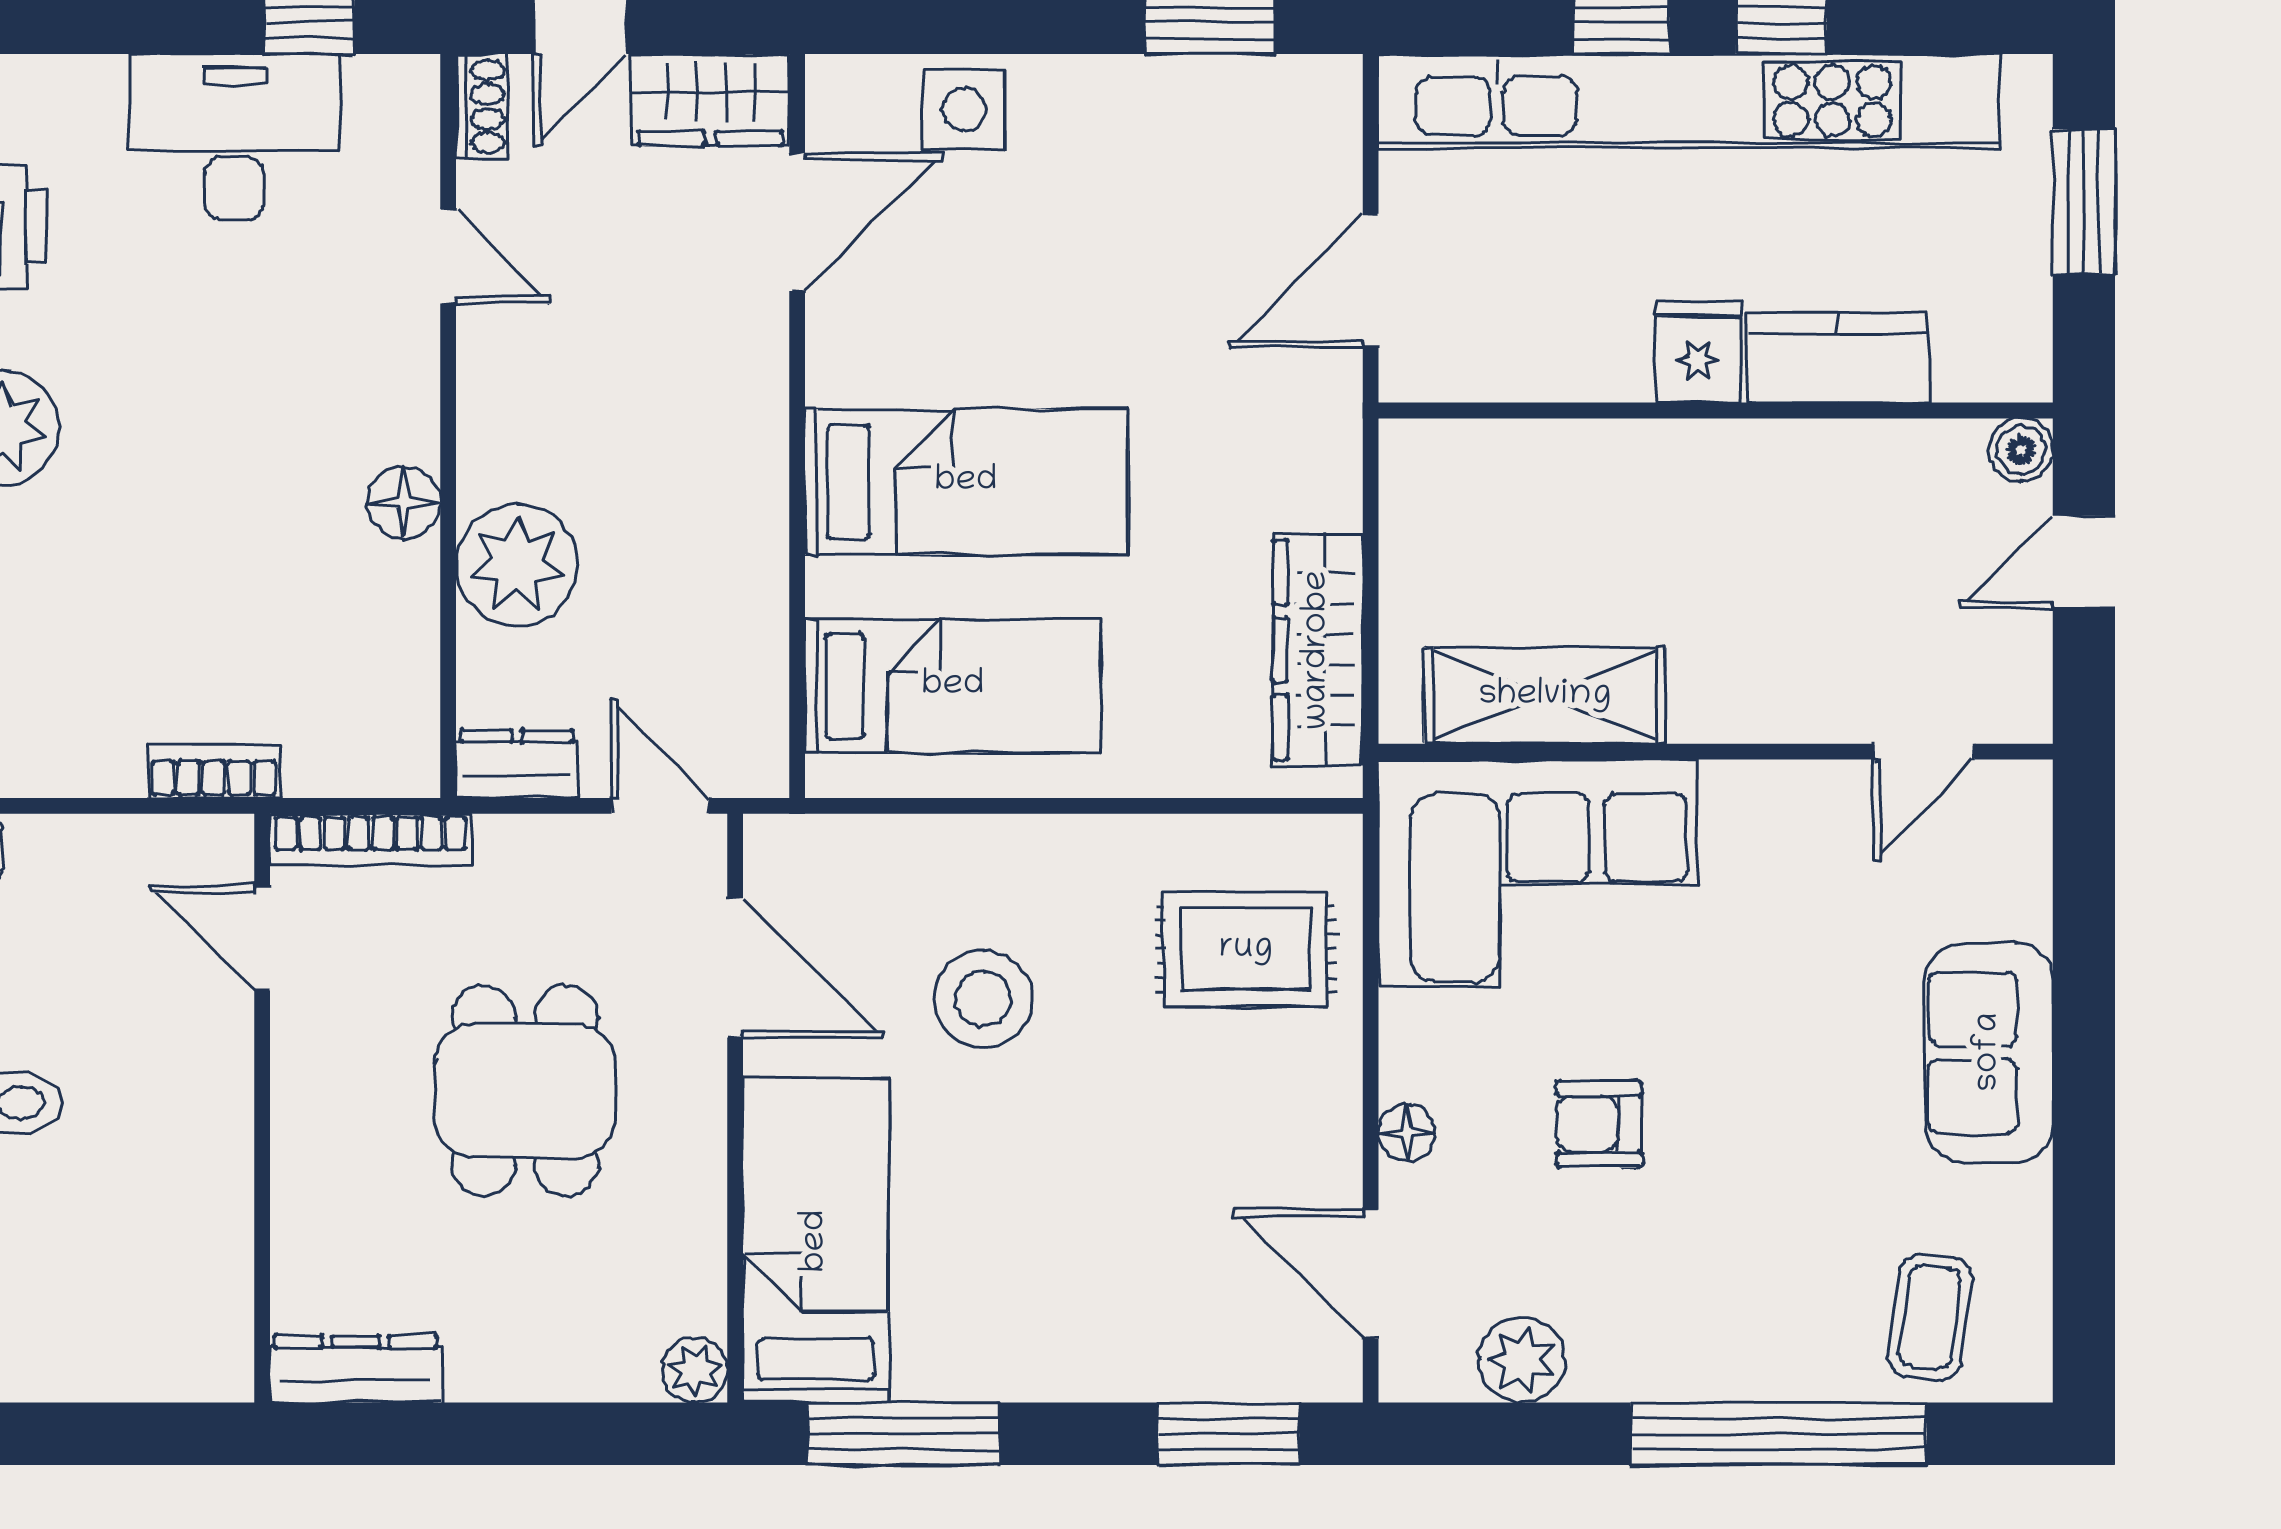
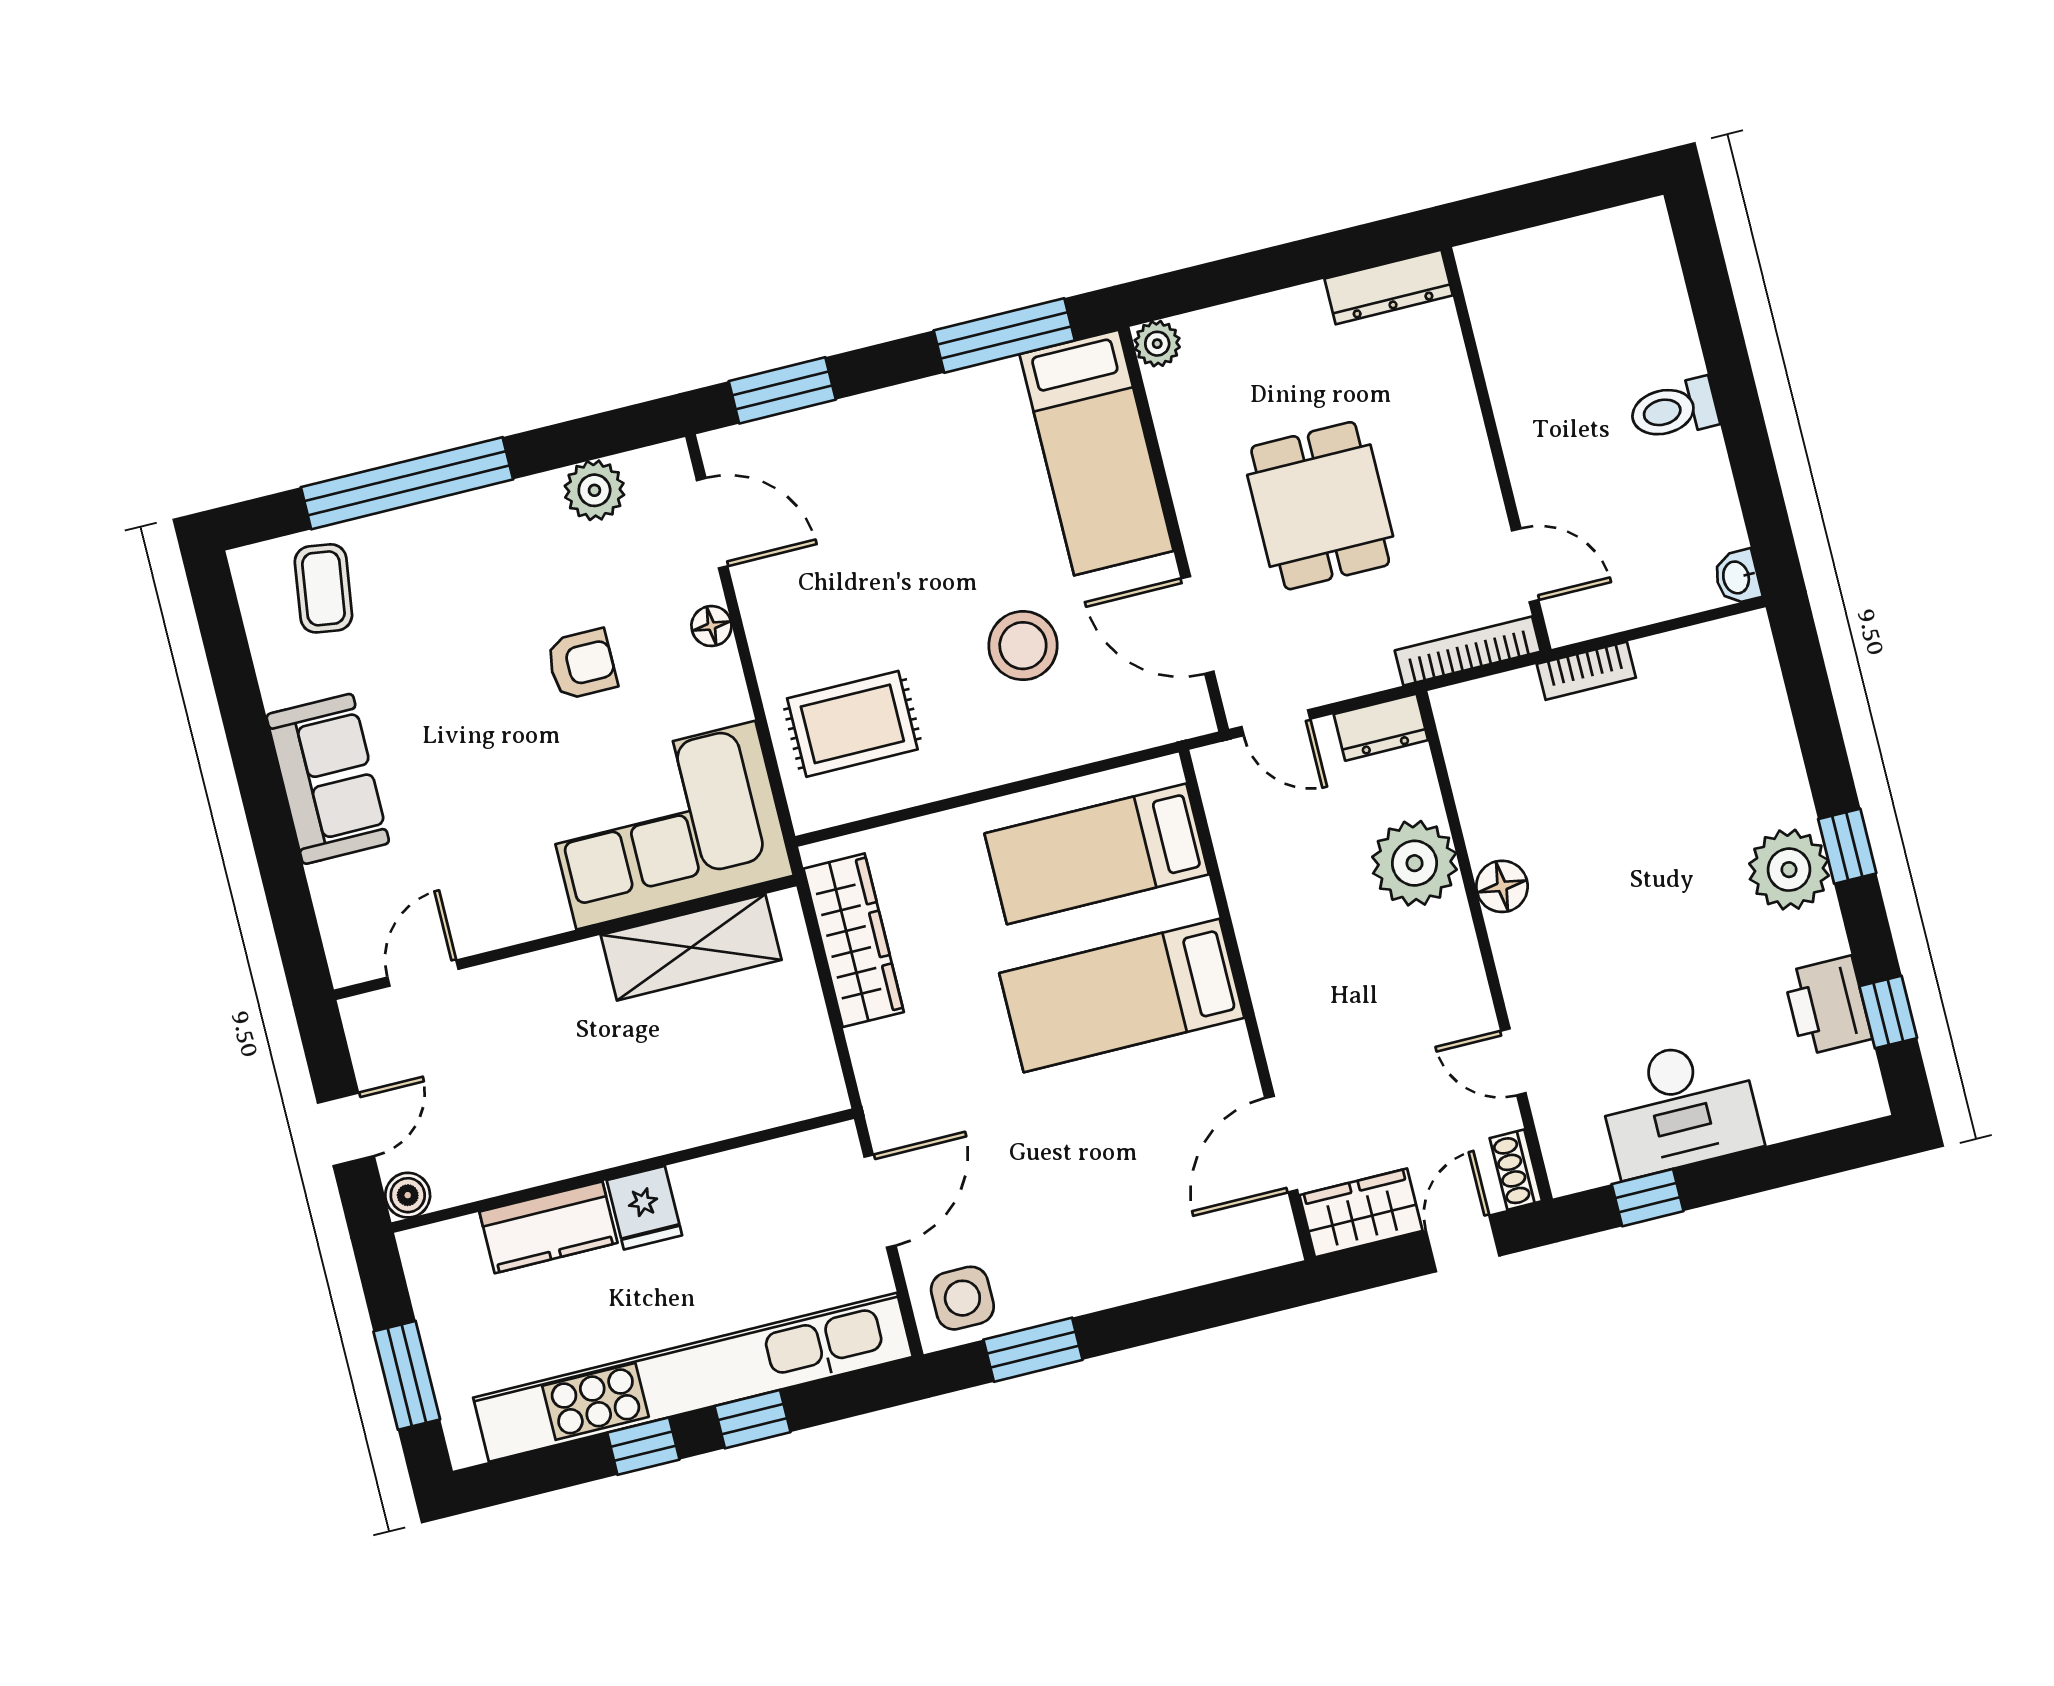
side table: (964, 110) -> (962, 1298), moved

